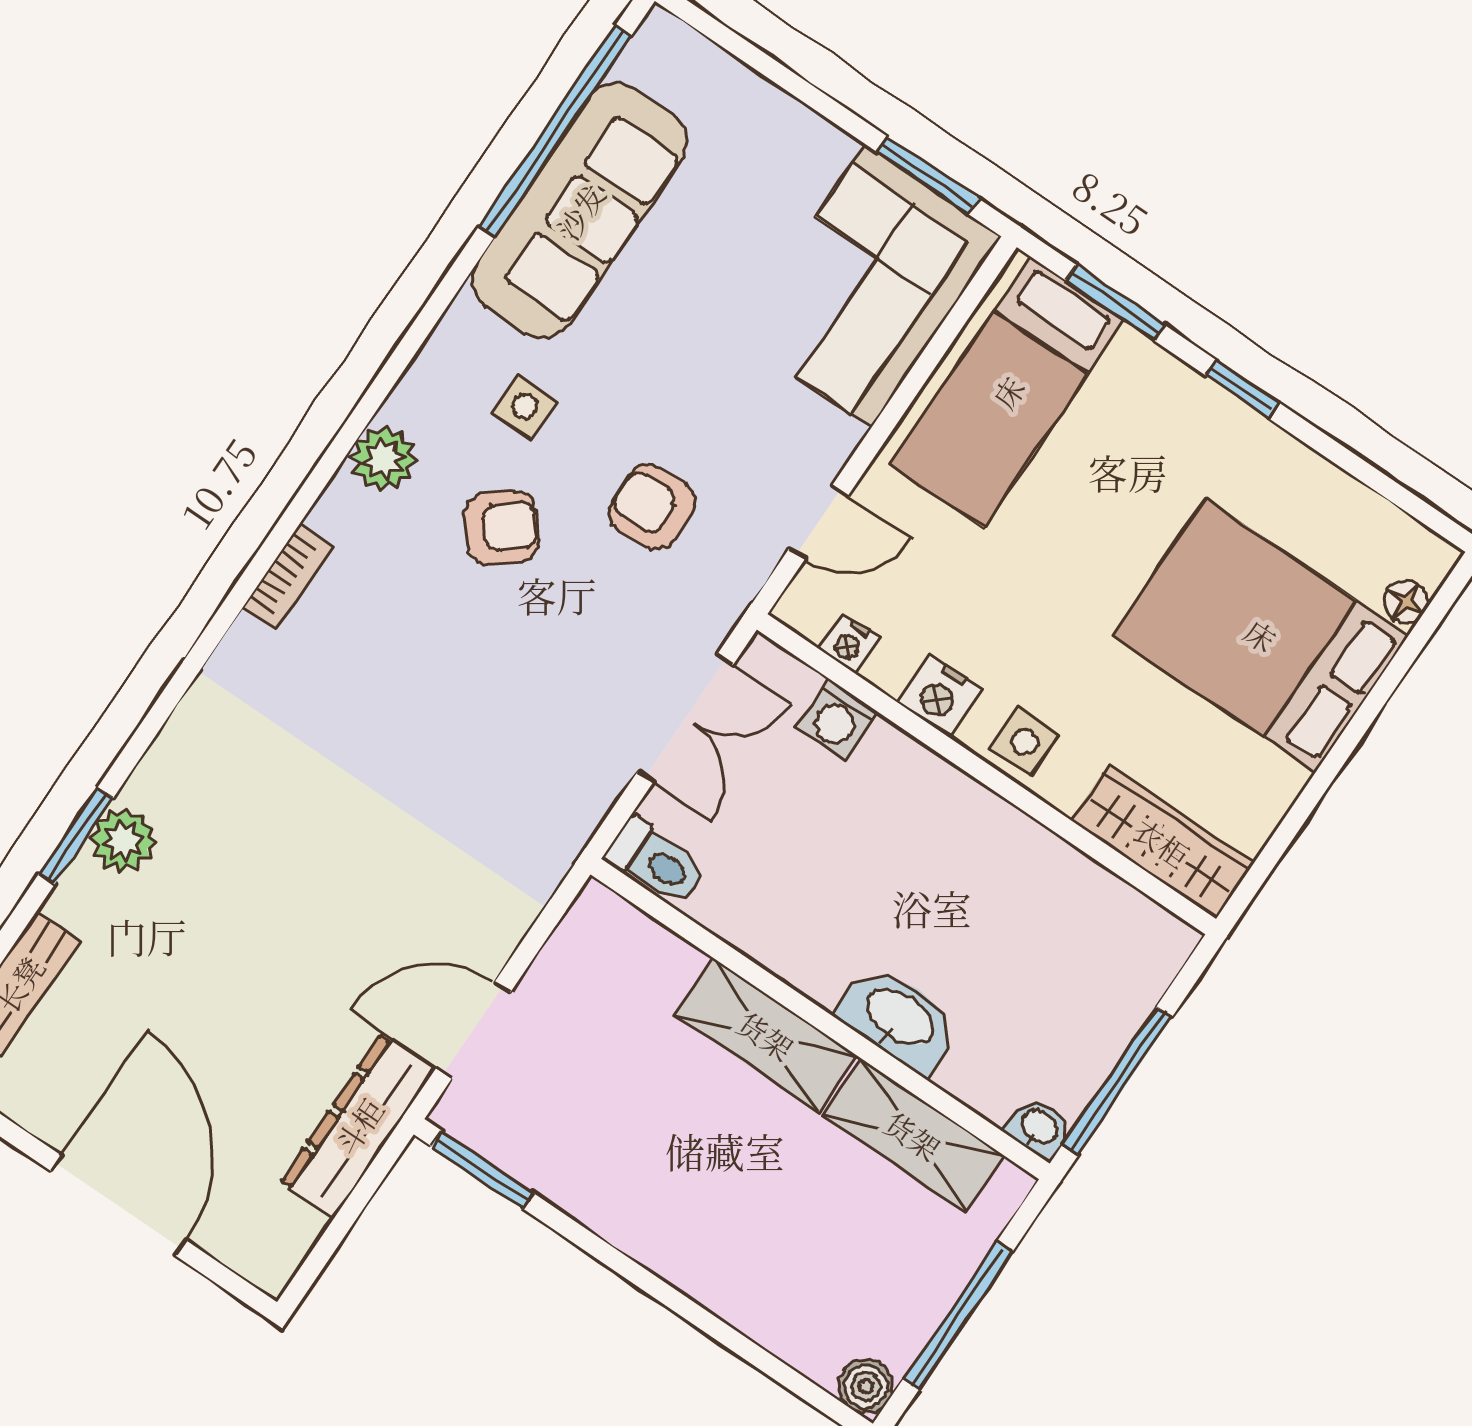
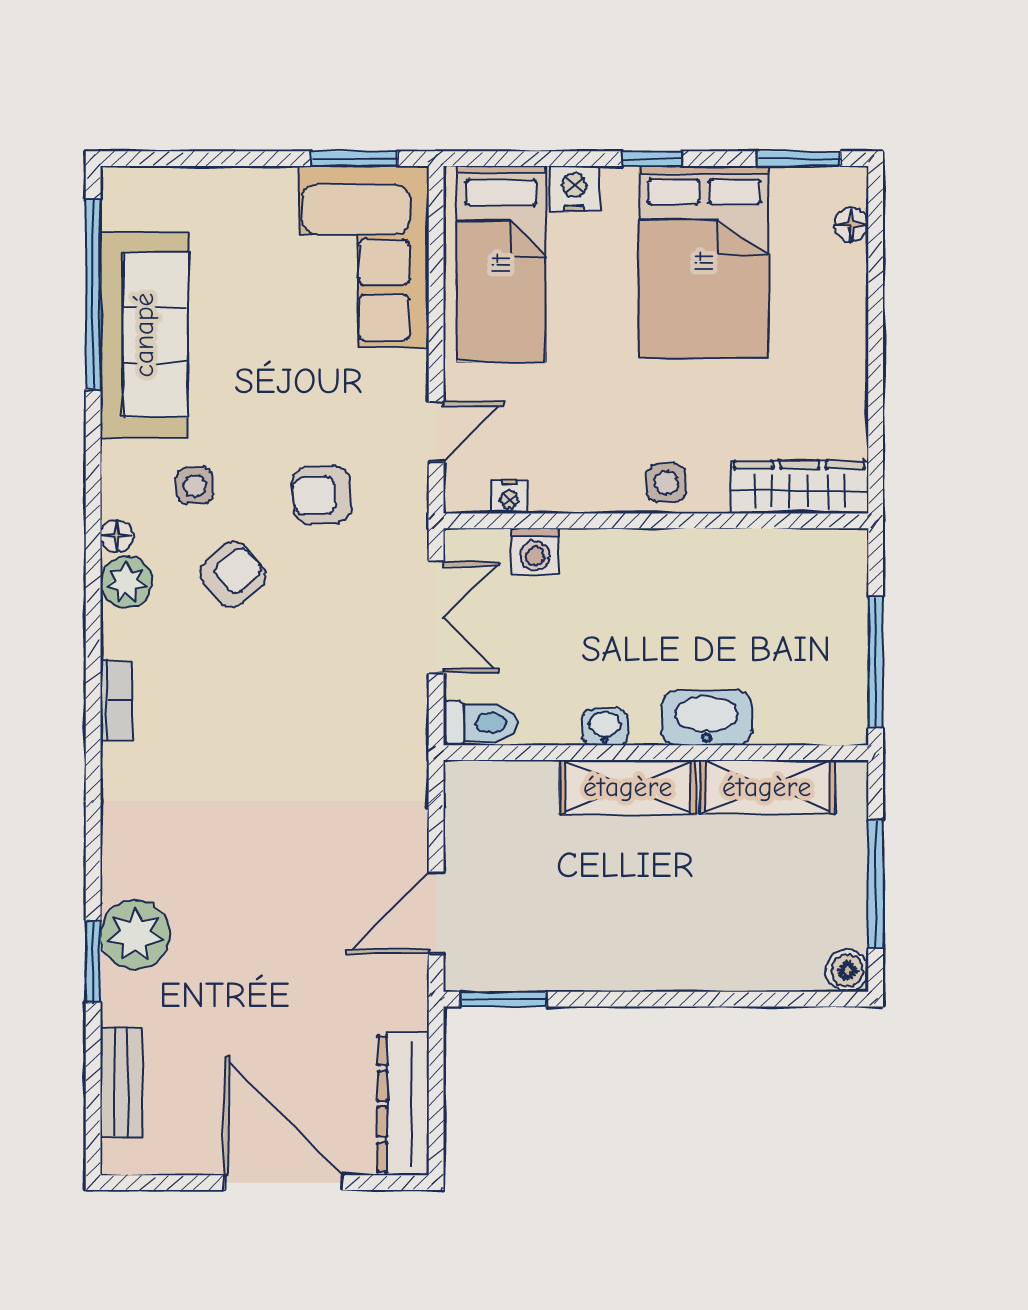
window: (1115, 303) -> (799, 159), moved
floor lamp: (406, 403) -> (117, 536), added
bed: (1261, 635) -> (704, 262), moved, turned -90
nightstand: (940, 696) -> (574, 189), moved, turned 180
plant: (123, 841) -> (135, 935), width x1.36, depth x1.36
dresser: (358, 1126) -> (403, 1104), moved
washbasin: (1039, 1128) -> (605, 727), moved

